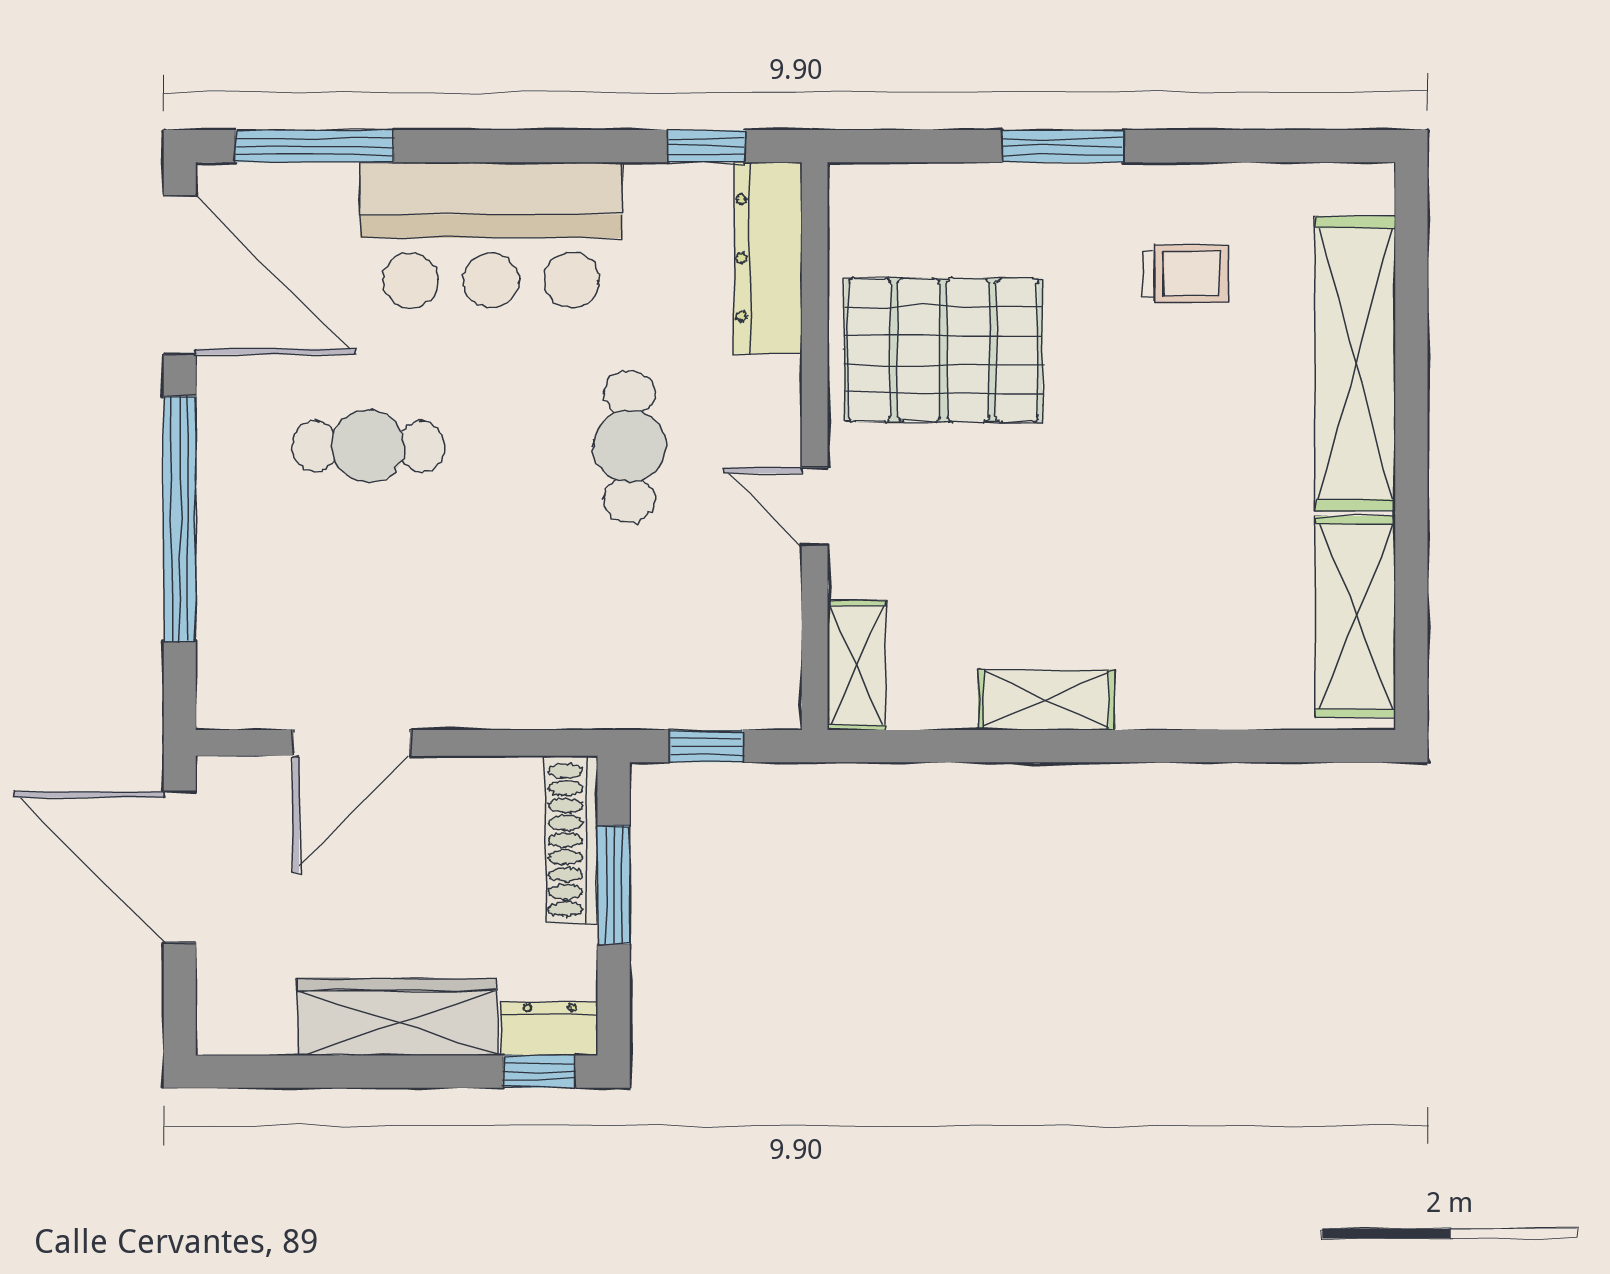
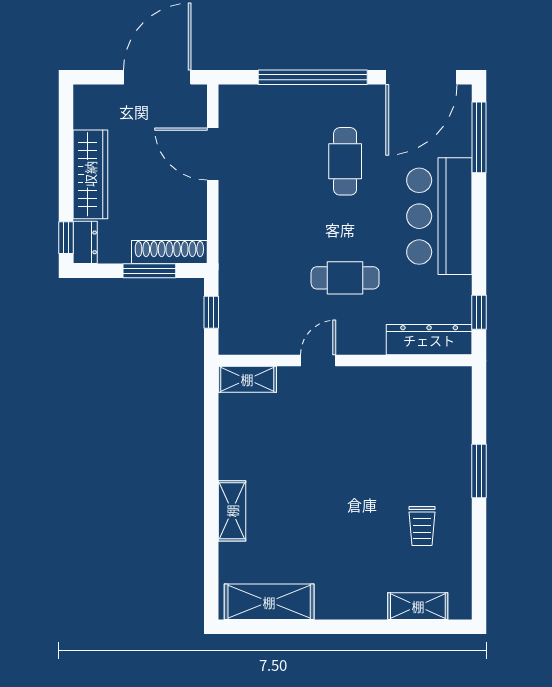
pallet: (943, 350) -> (388, 418), removed
shelving: (1355, 364) -> (418, 606), width x0.45, depth x0.75
shelving: (1046, 700) -> (232, 511), moved

